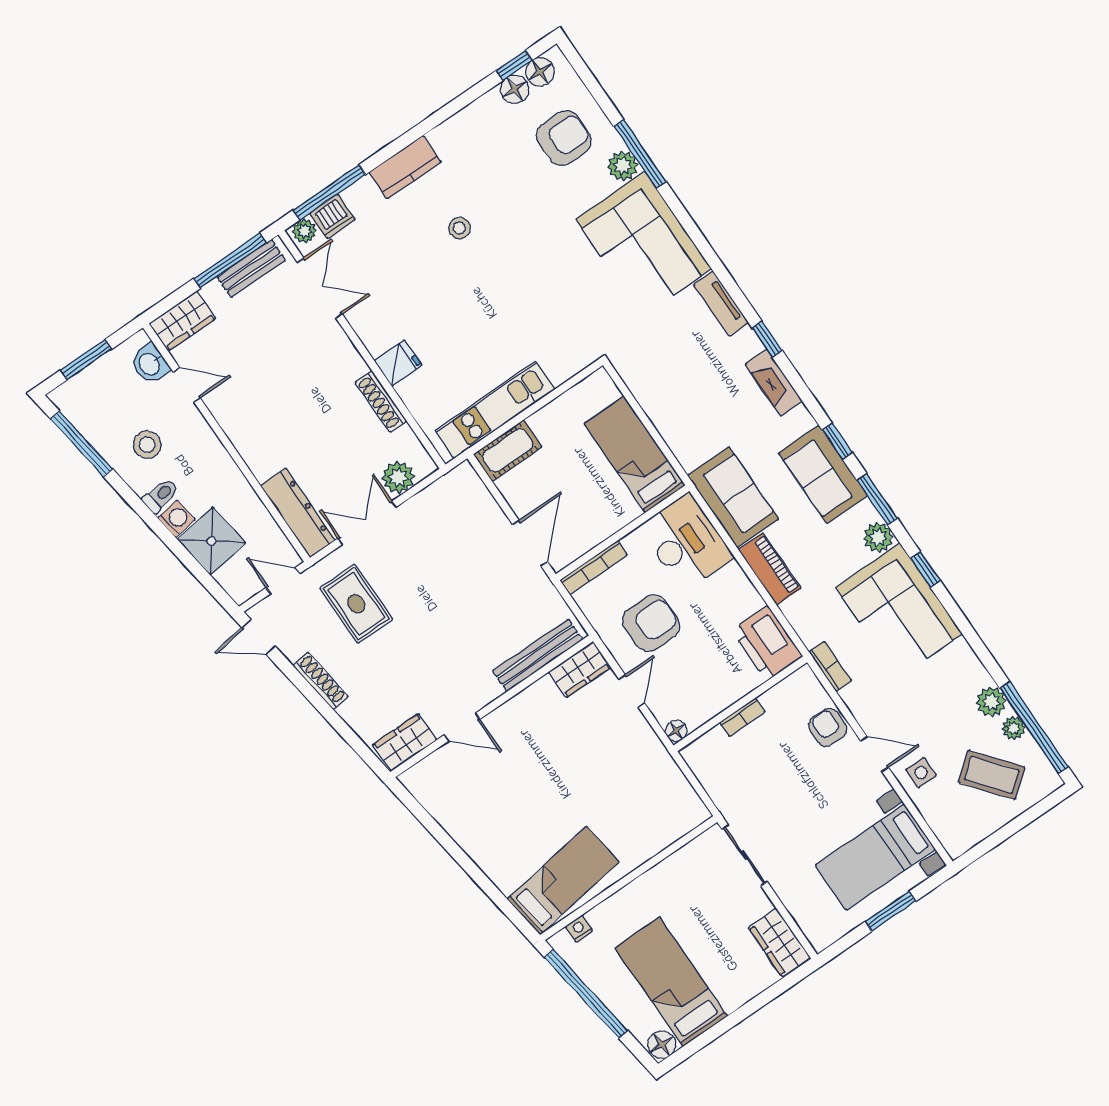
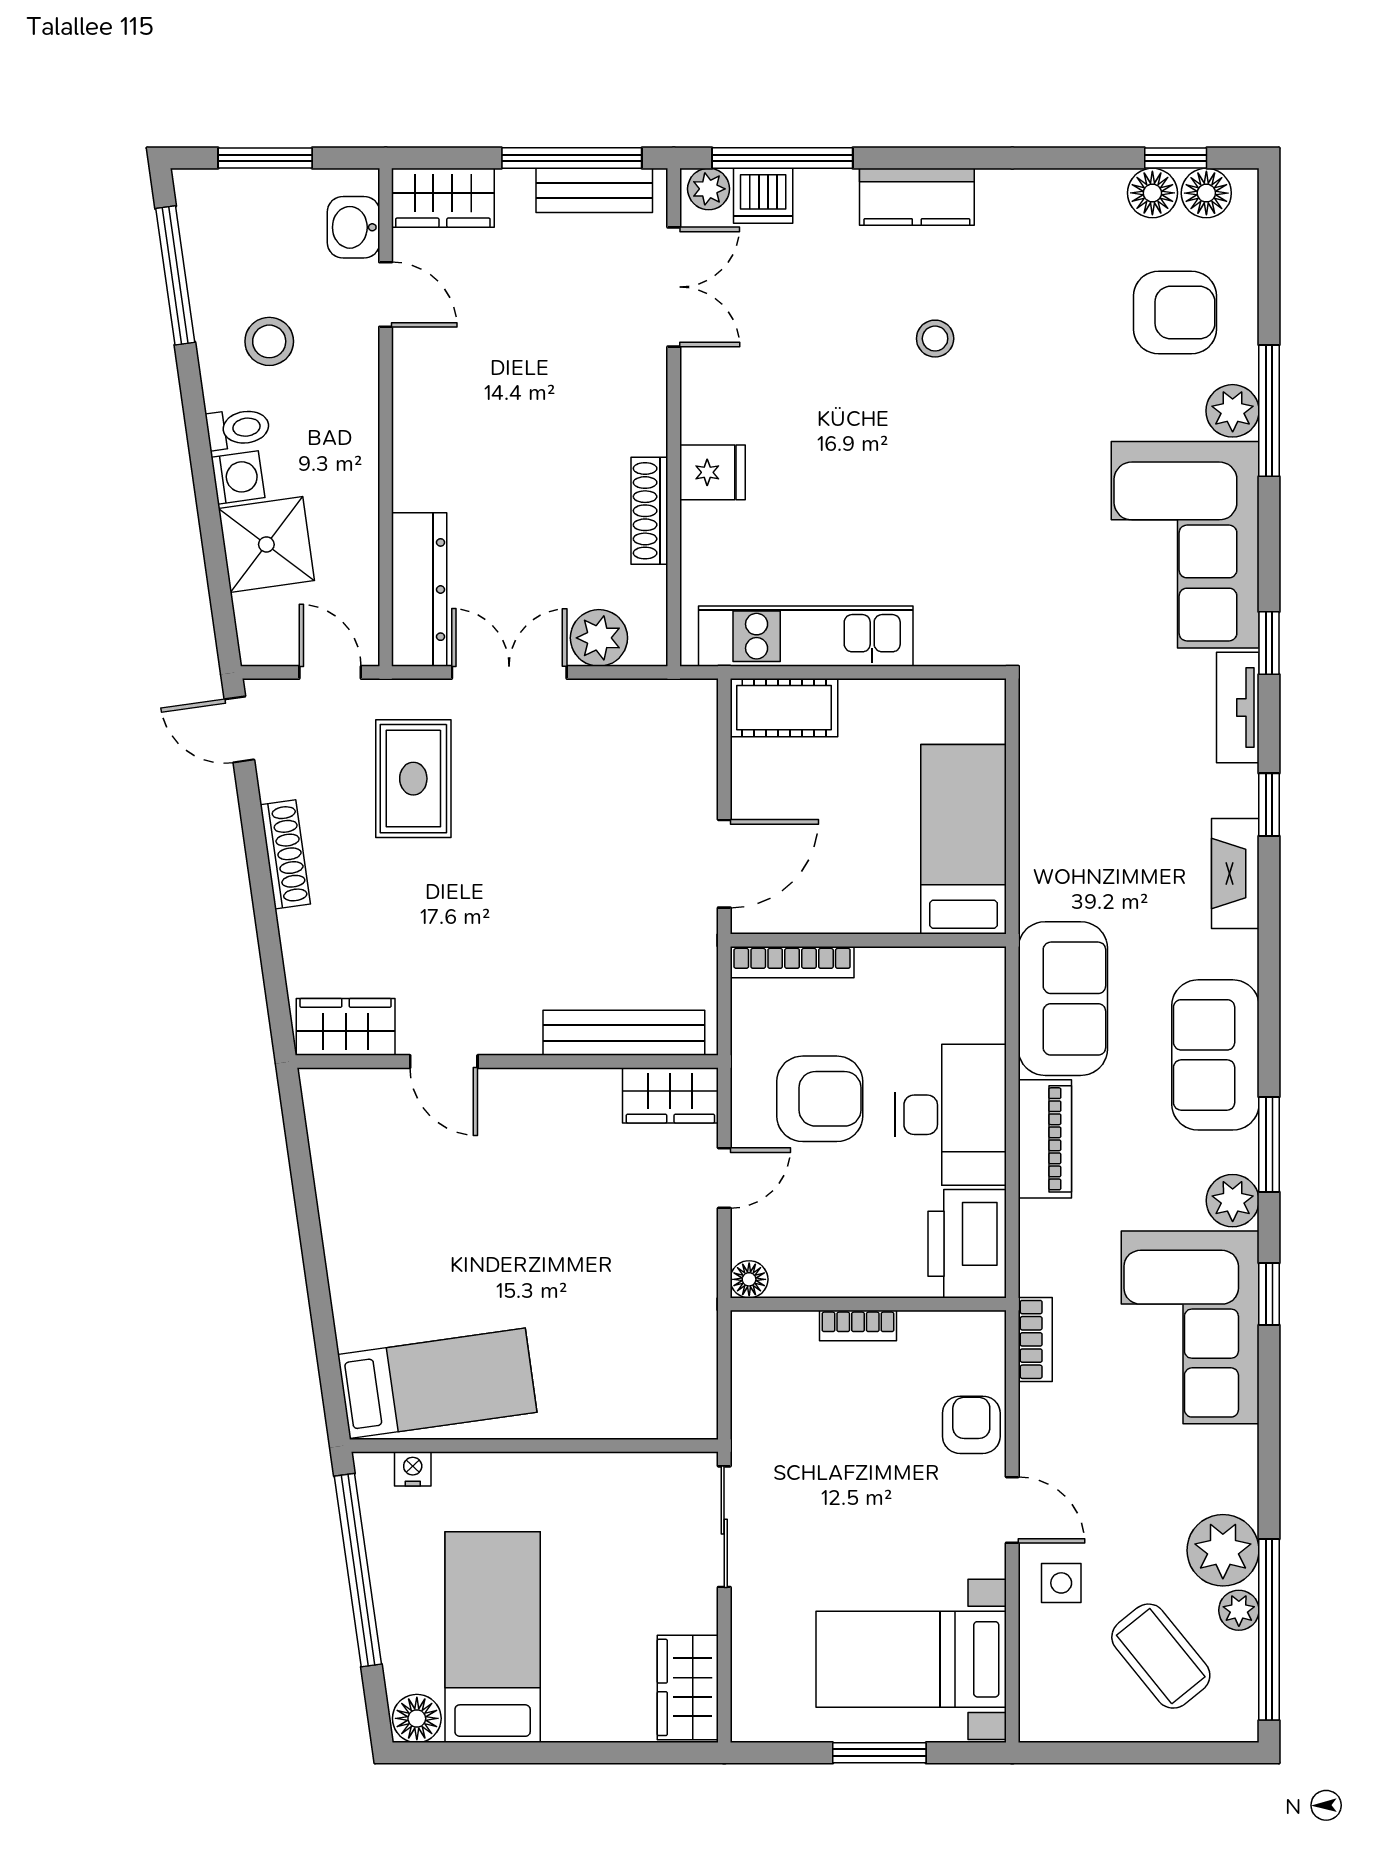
window: (837, 441) -> (1269, 643), moved
desk: (686, 542) -> (951, 1115), moved
plant: (991, 702) -> (1223, 1550), width x1.36, depth x1.36

